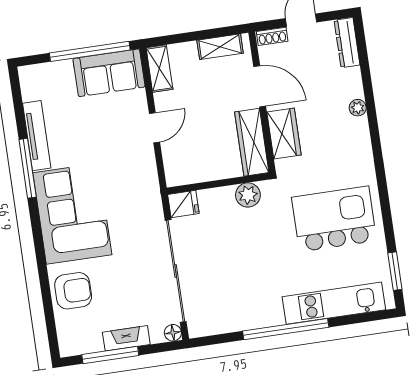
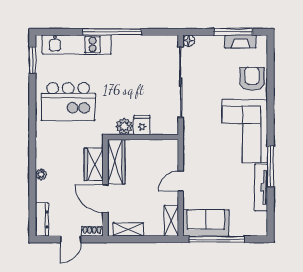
fridge: (183, 204) -> (142, 125), moved, turned 90
armchair: (73, 291) -> (252, 79), turned 90
fireplace: (126, 338) -> (240, 42), moved

